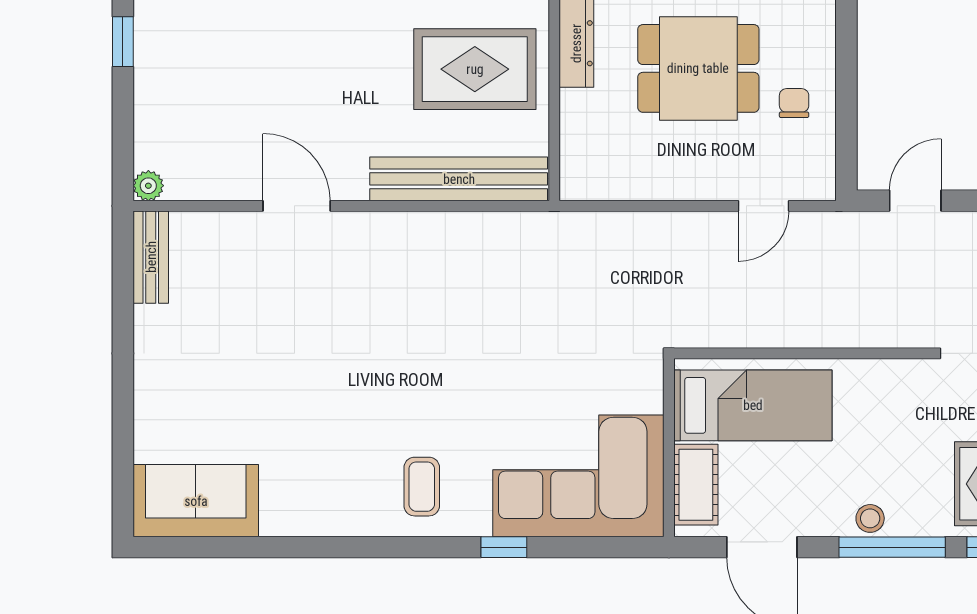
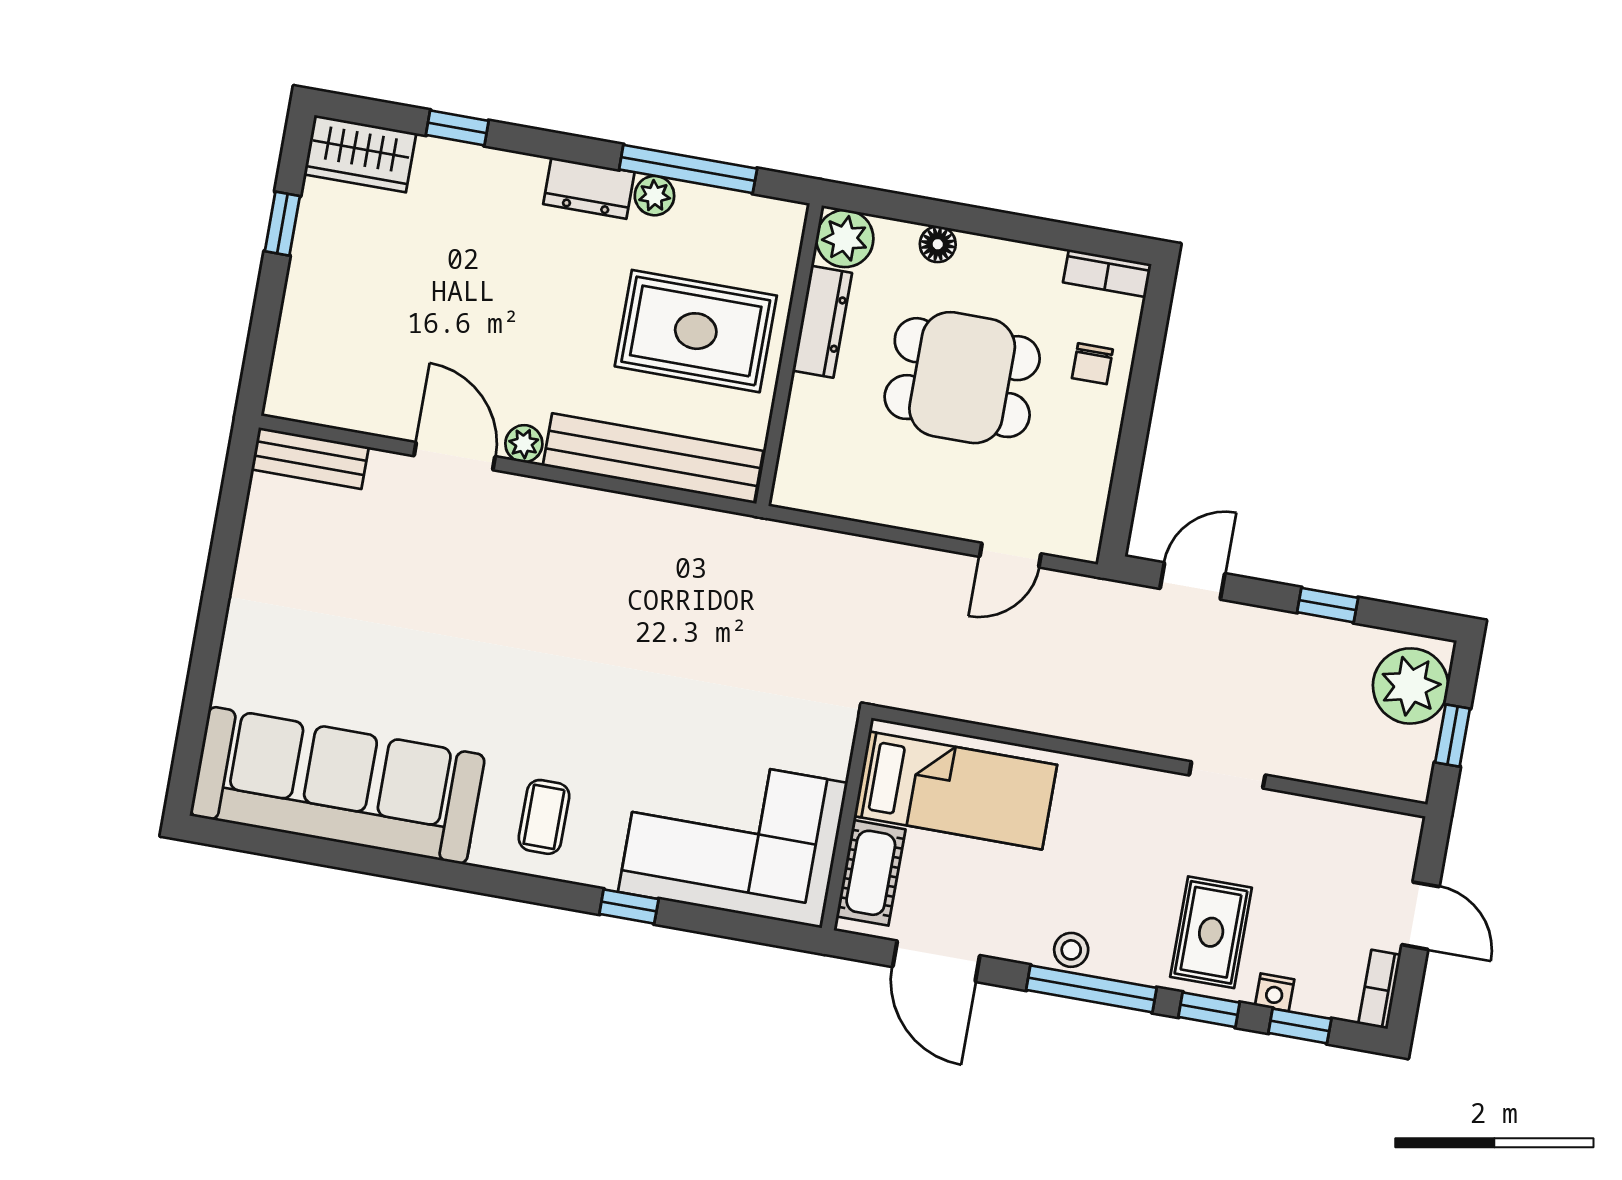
chair: (794, 103) -> (1092, 364), moved, turned 180
plant: (148, 186) -> (524, 444), moved
bench: (151, 257) -> (310, 458), moved, turned 90
sofa: (196, 501) -> (338, 785), width x1.85, depth x1.27

